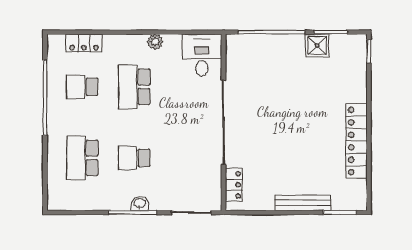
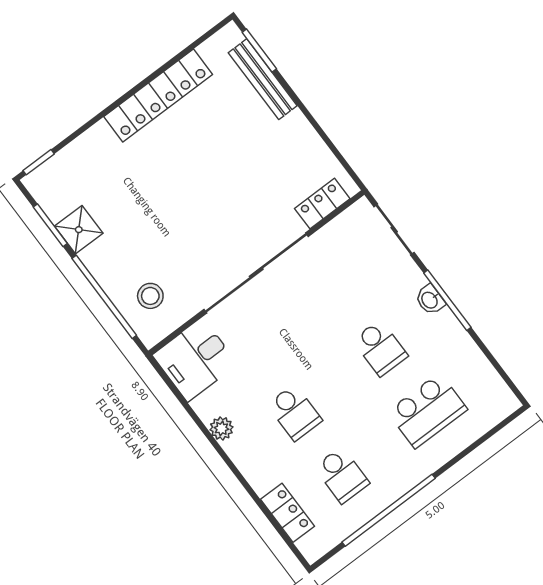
stool: (253, 57) -> (150, 296), added
school desk: (134, 87) -> (295, 413), width x0.54
bench: (303, 203) -> (263, 79), moved

